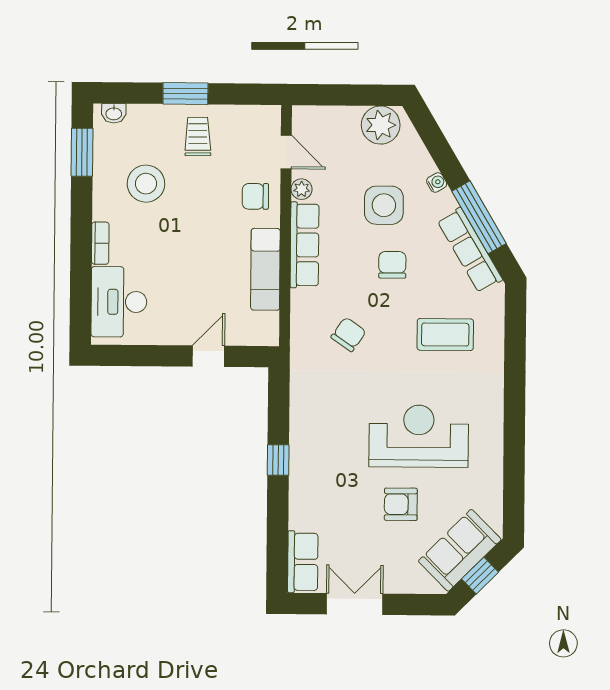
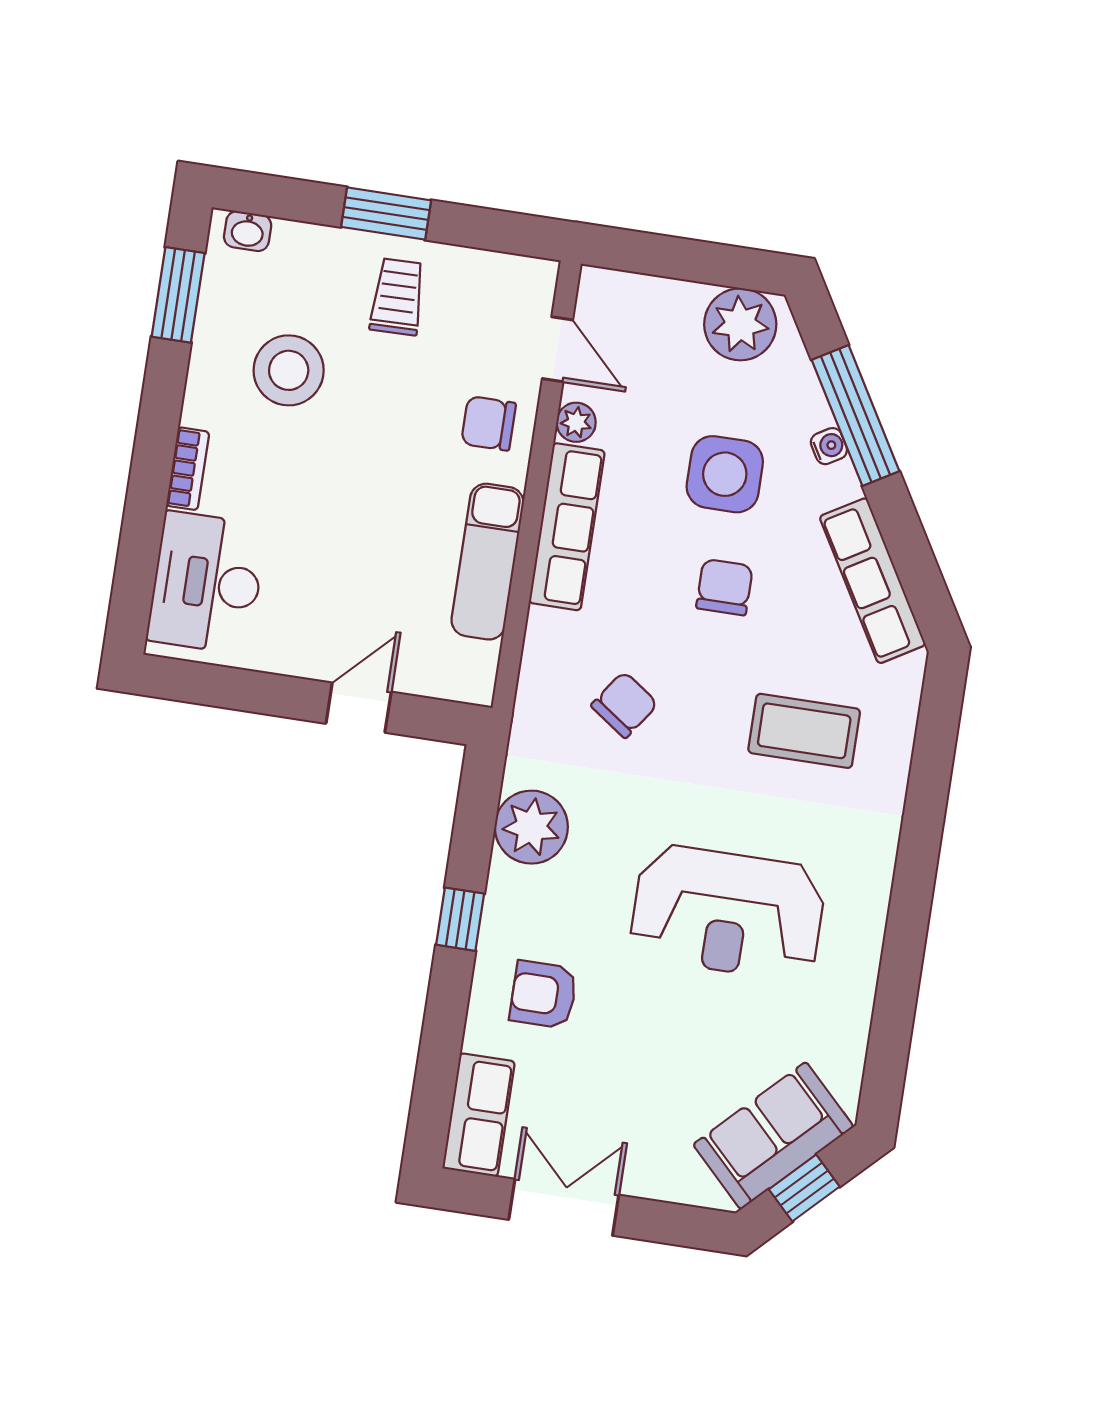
window: (479, 217) -> (855, 416), moved
plant: (309, 406) -> (531, 827), added
reception desk: (419, 436) -> (728, 913), turned 180
armchair: (401, 504) -> (543, 995), moved

